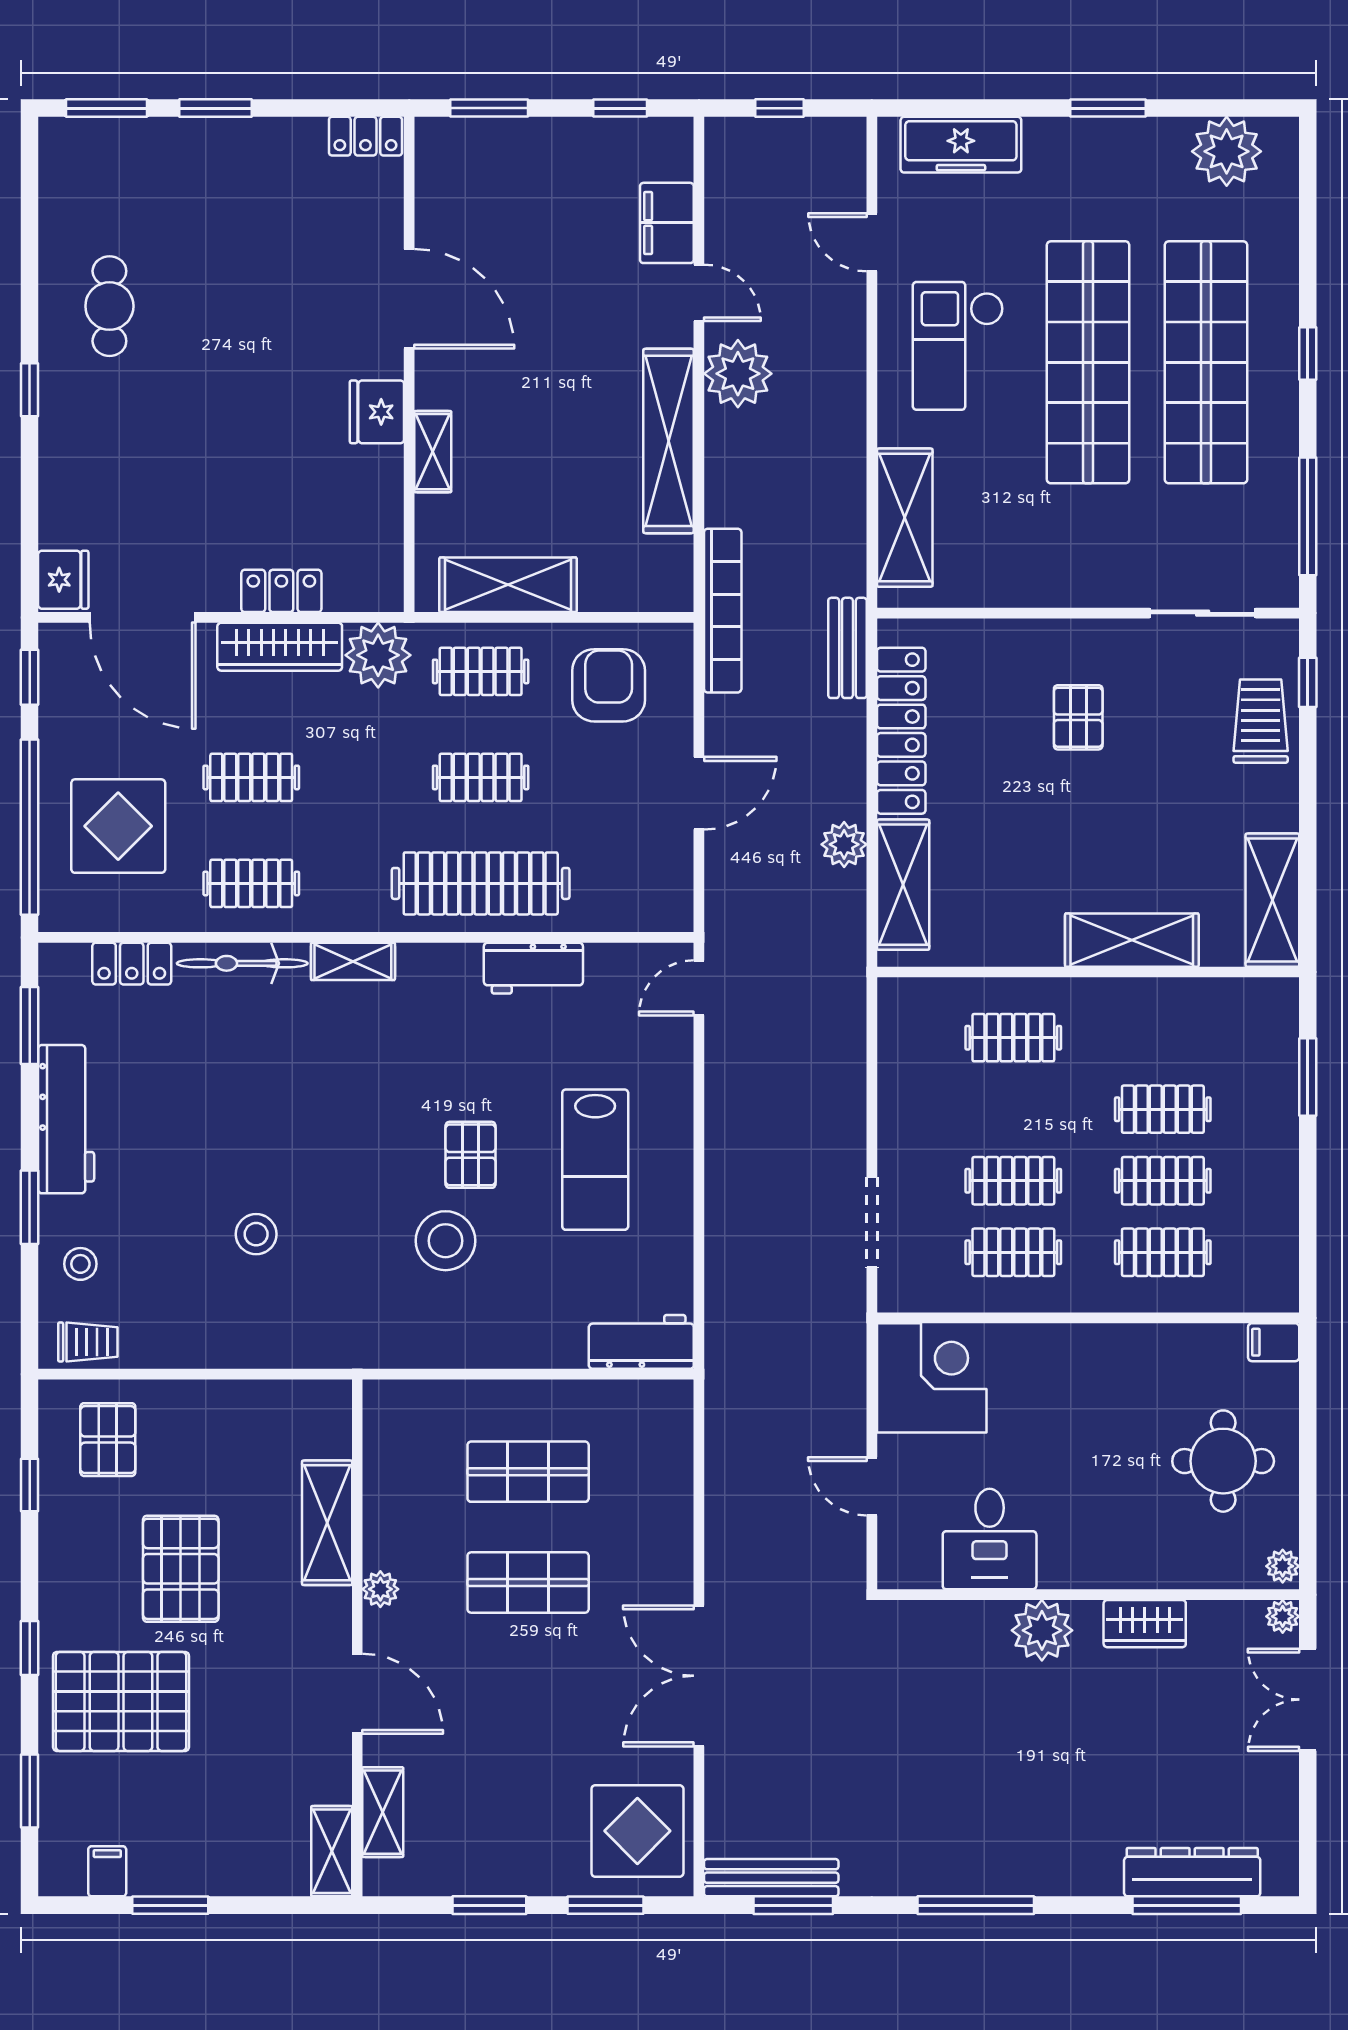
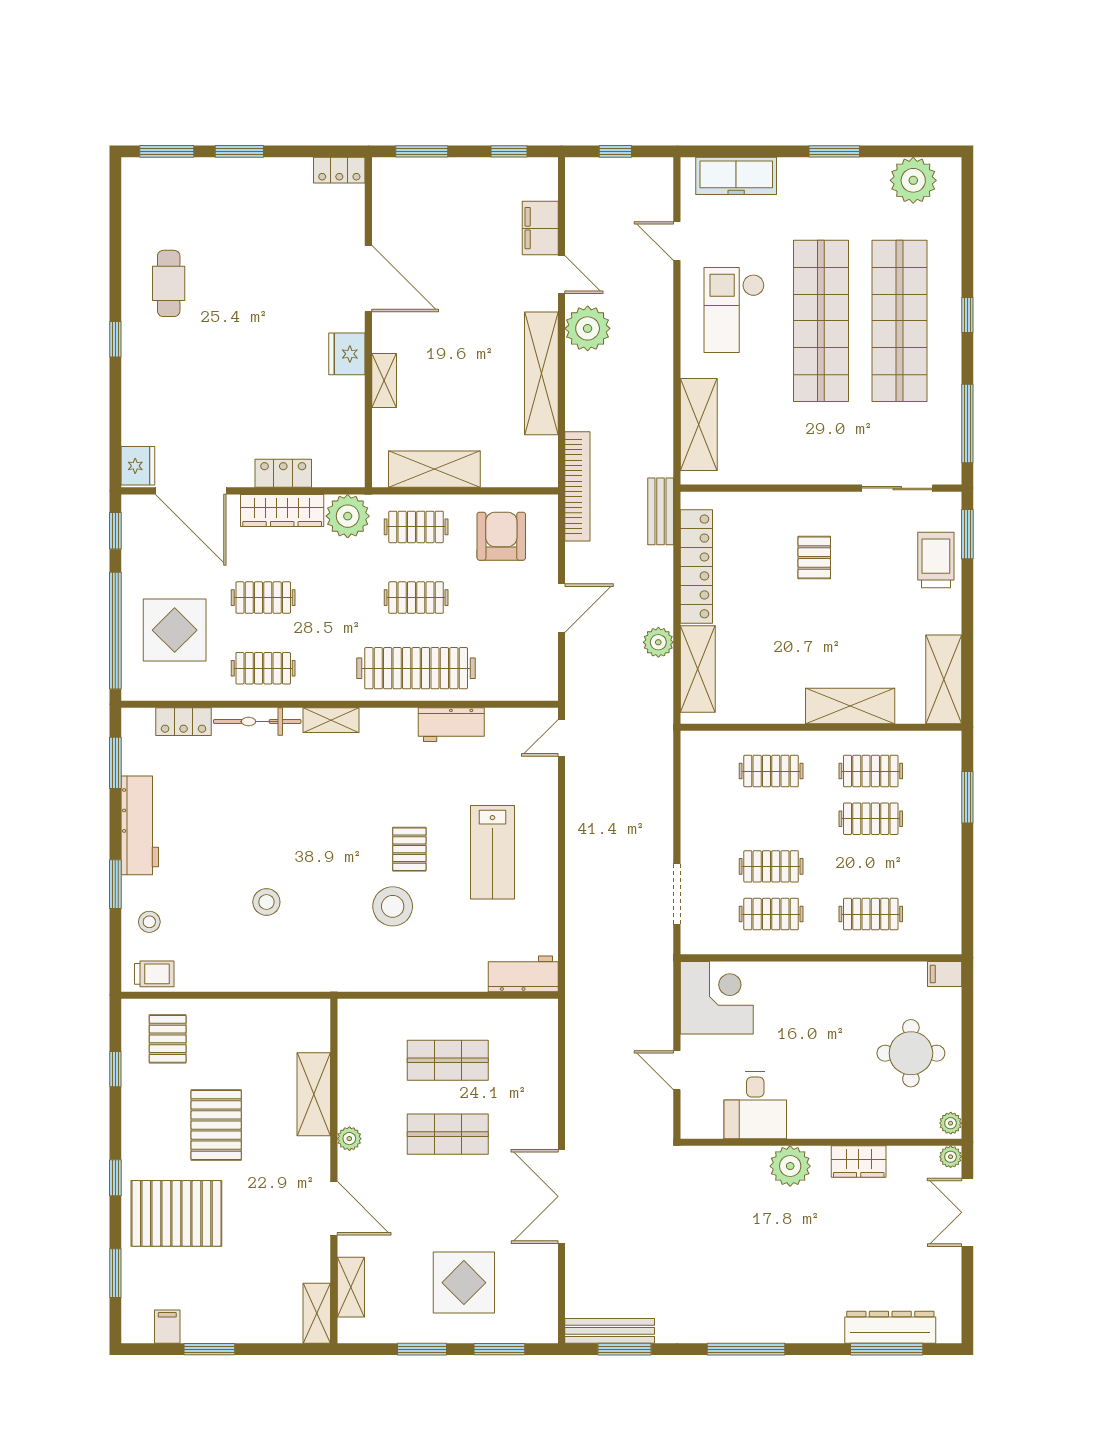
window: (1308, 682) -> (967, 534), width x1.50
clothes rail: (1163, 1181) -> (871, 771), moved
display table: (637, 1831) -> (464, 1283), moved

